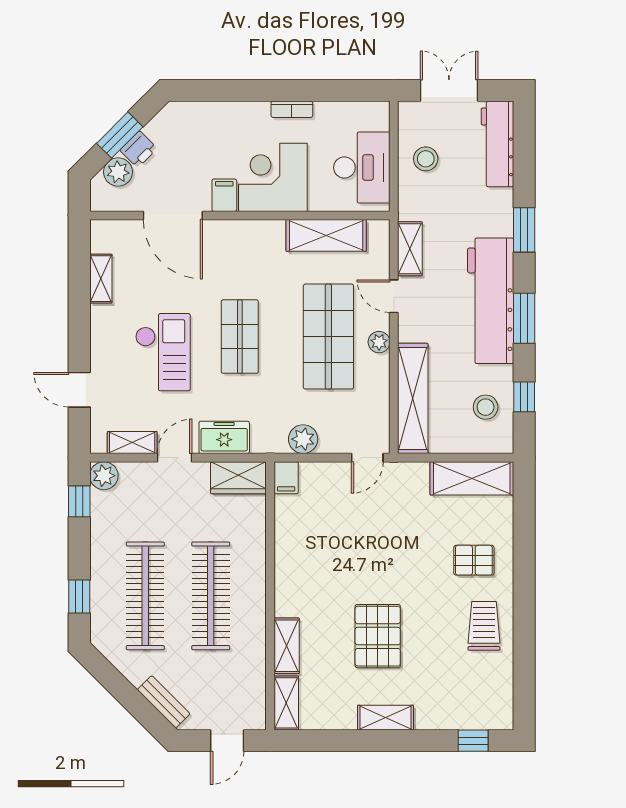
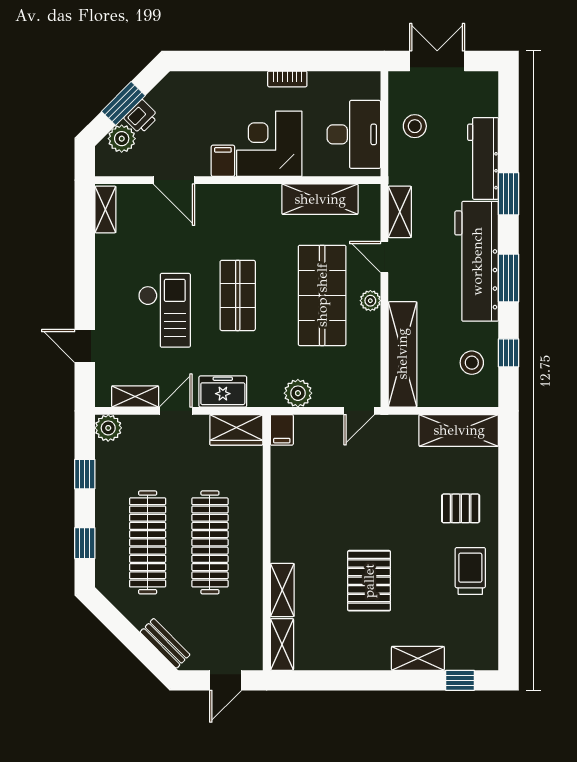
workbench: (497, 144) -> (483, 158), moved
door: (173, 215) -> (174, 180), width x0.73
shelving: (101, 279) -> (105, 209), moved
window: (79, 501) -> (85, 474), moved
shelving: (386, 718) -> (418, 658), moved

